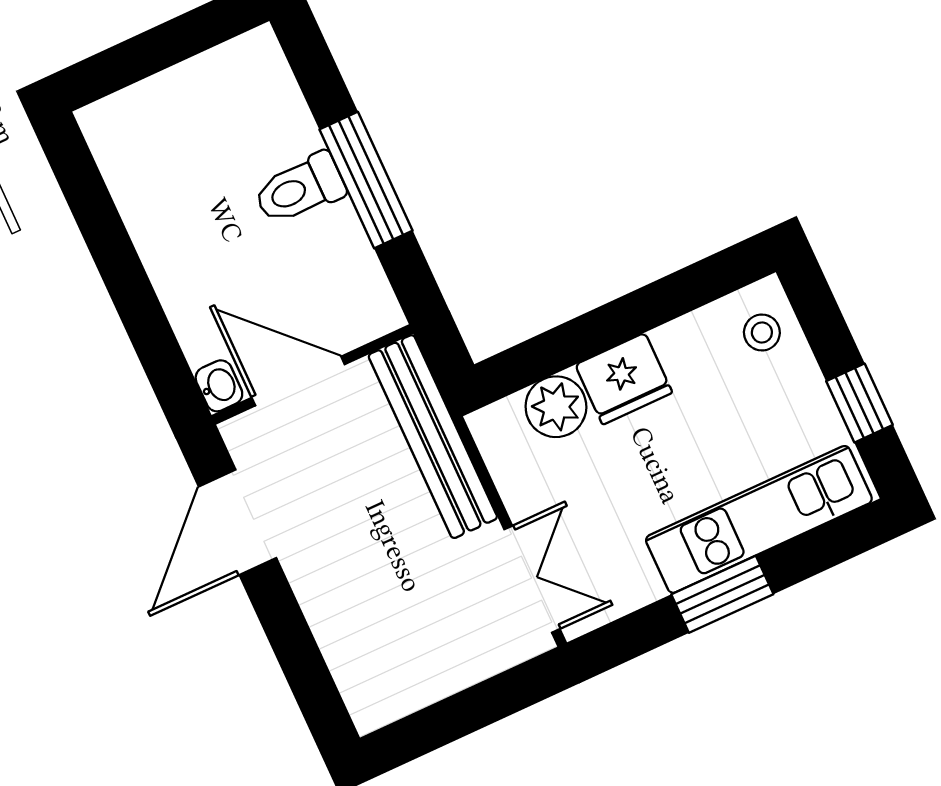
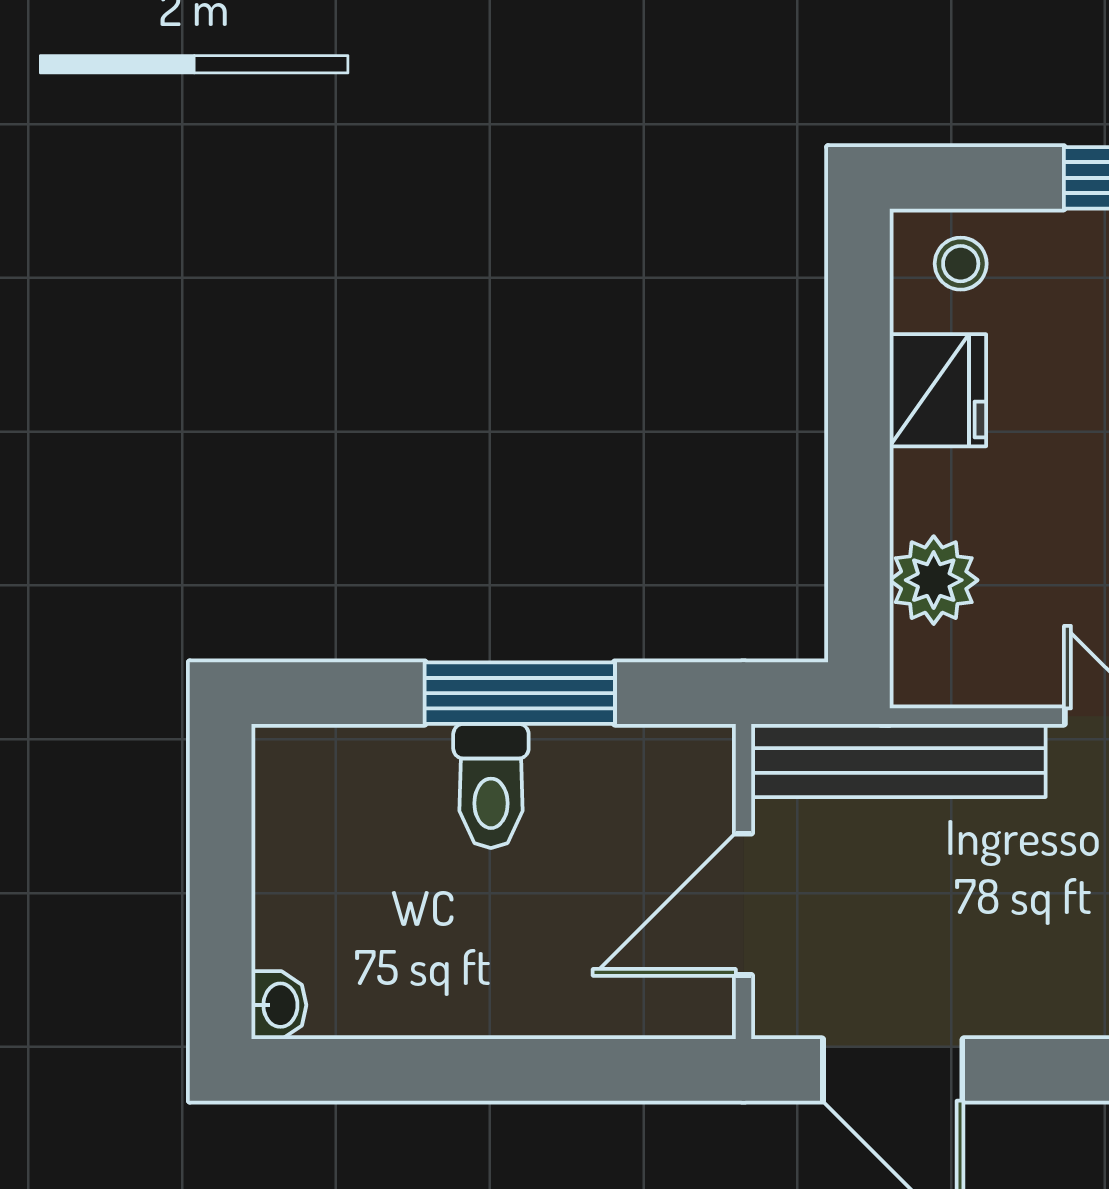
fridge: (624, 379) -> (938, 390), moved
washbasin: (219, 386) -> (279, 1005), moved, turned 90

